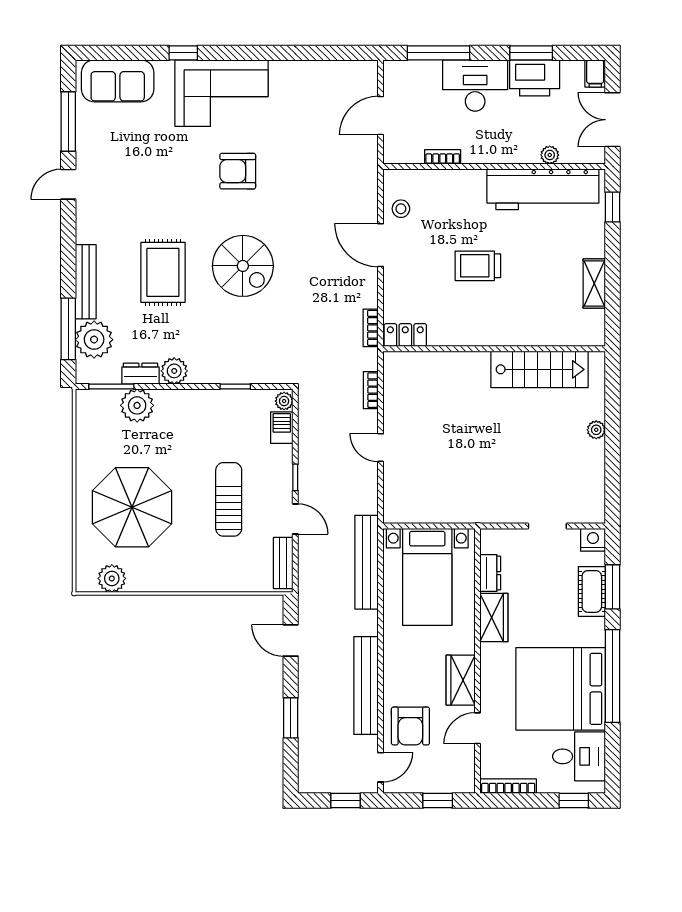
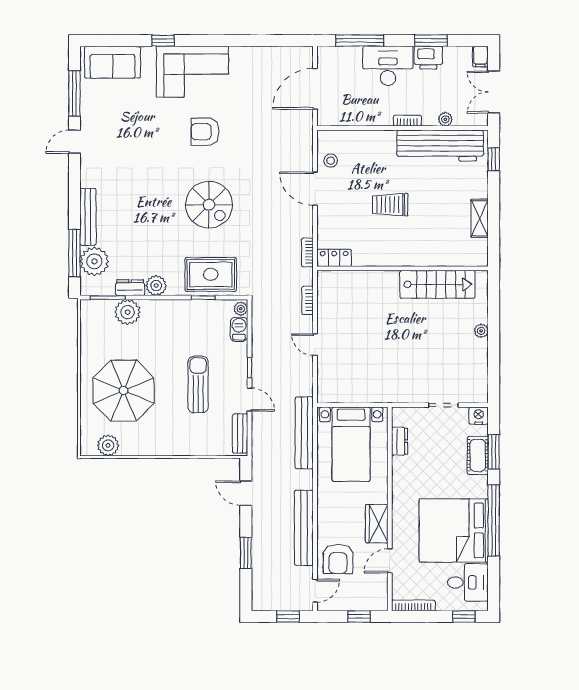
printer: (535, 78) -> (428, 58), width x0.73, depth x0.84
door: (381, 116) -> (315, 89), width x1.36
bookcase: (443, 157) -> (407, 121), moved
rug: (163, 272) -> (211, 274), moved, turned 90
wardrobe: (494, 618) -> (402, 475), removed

